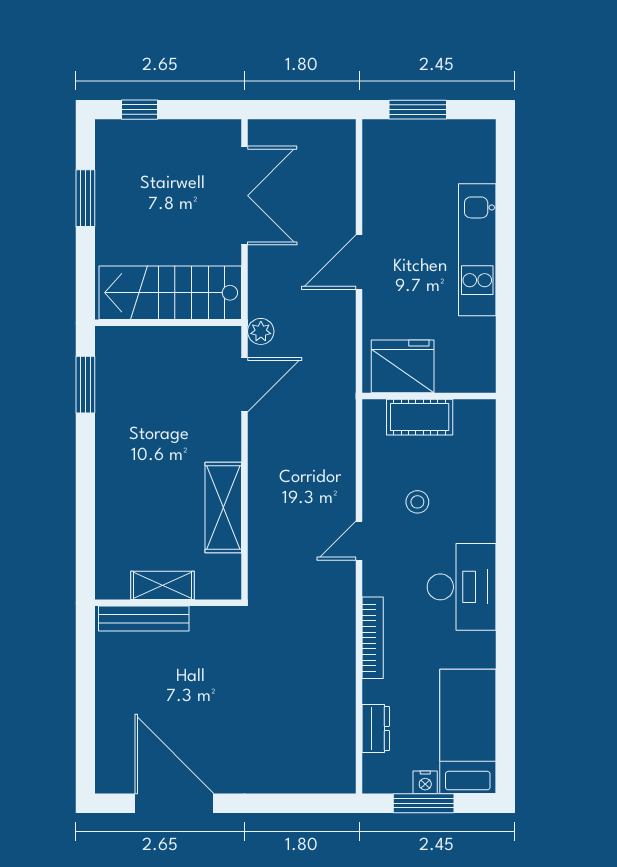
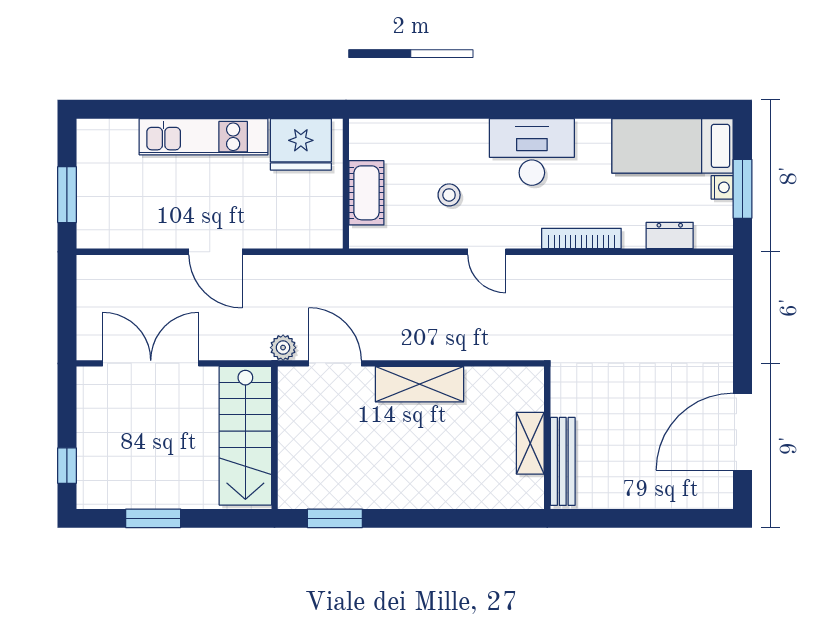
fridge: (403, 366) -> (301, 144), moved, turned -90
shelving: (223, 508) -> (419, 384), moved

